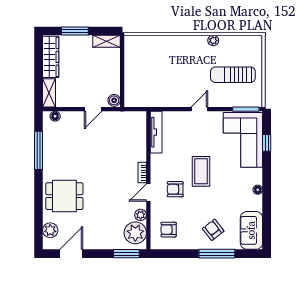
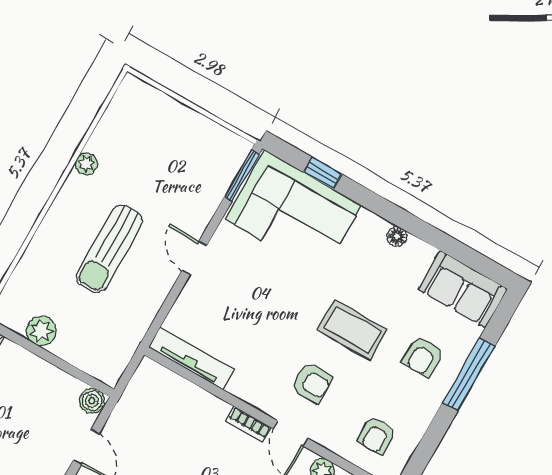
plant: (131, 62) -> (41, 331), added
sun lounger: (233, 75) -> (109, 249), moved
coffee table: (201, 171) -> (352, 330), moved
armchair: (175, 189) -> (312, 383), turned -90
armchair: (213, 230) -> (423, 356), turned -52

